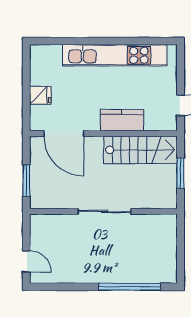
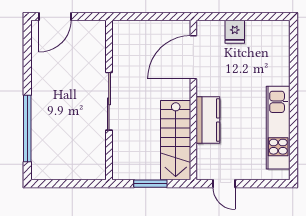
kitchen unit: (115, 55) -> (278, 128), width x0.73
window: (26, 181) -> (142, 16), removed
door: (26, 261) -> (55, 16), width x1.38

